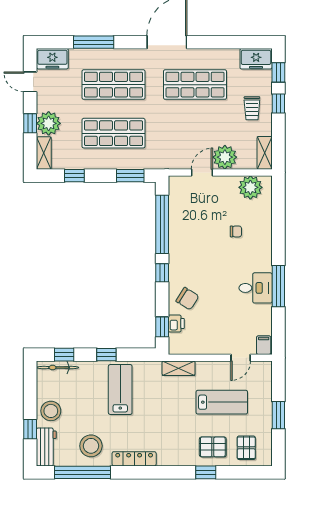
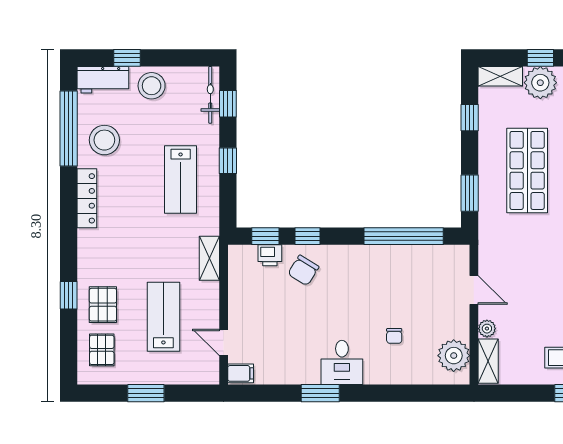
shelving: (265, 153) -> (488, 361), moved, turned 90
plant: (225, 157) -> (487, 329), width x0.53, depth x0.53
window: (162, 273) -> (307, 236), moved
window: (278, 286) -> (320, 393), width x0.69
desk: (256, 288) -> (342, 362), moved
lab bench: (120, 389) -> (181, 180), turned 90
lab bench: (222, 402) -> (163, 317), turned 180
pallet: (246, 448) -> (102, 350), turned 90

